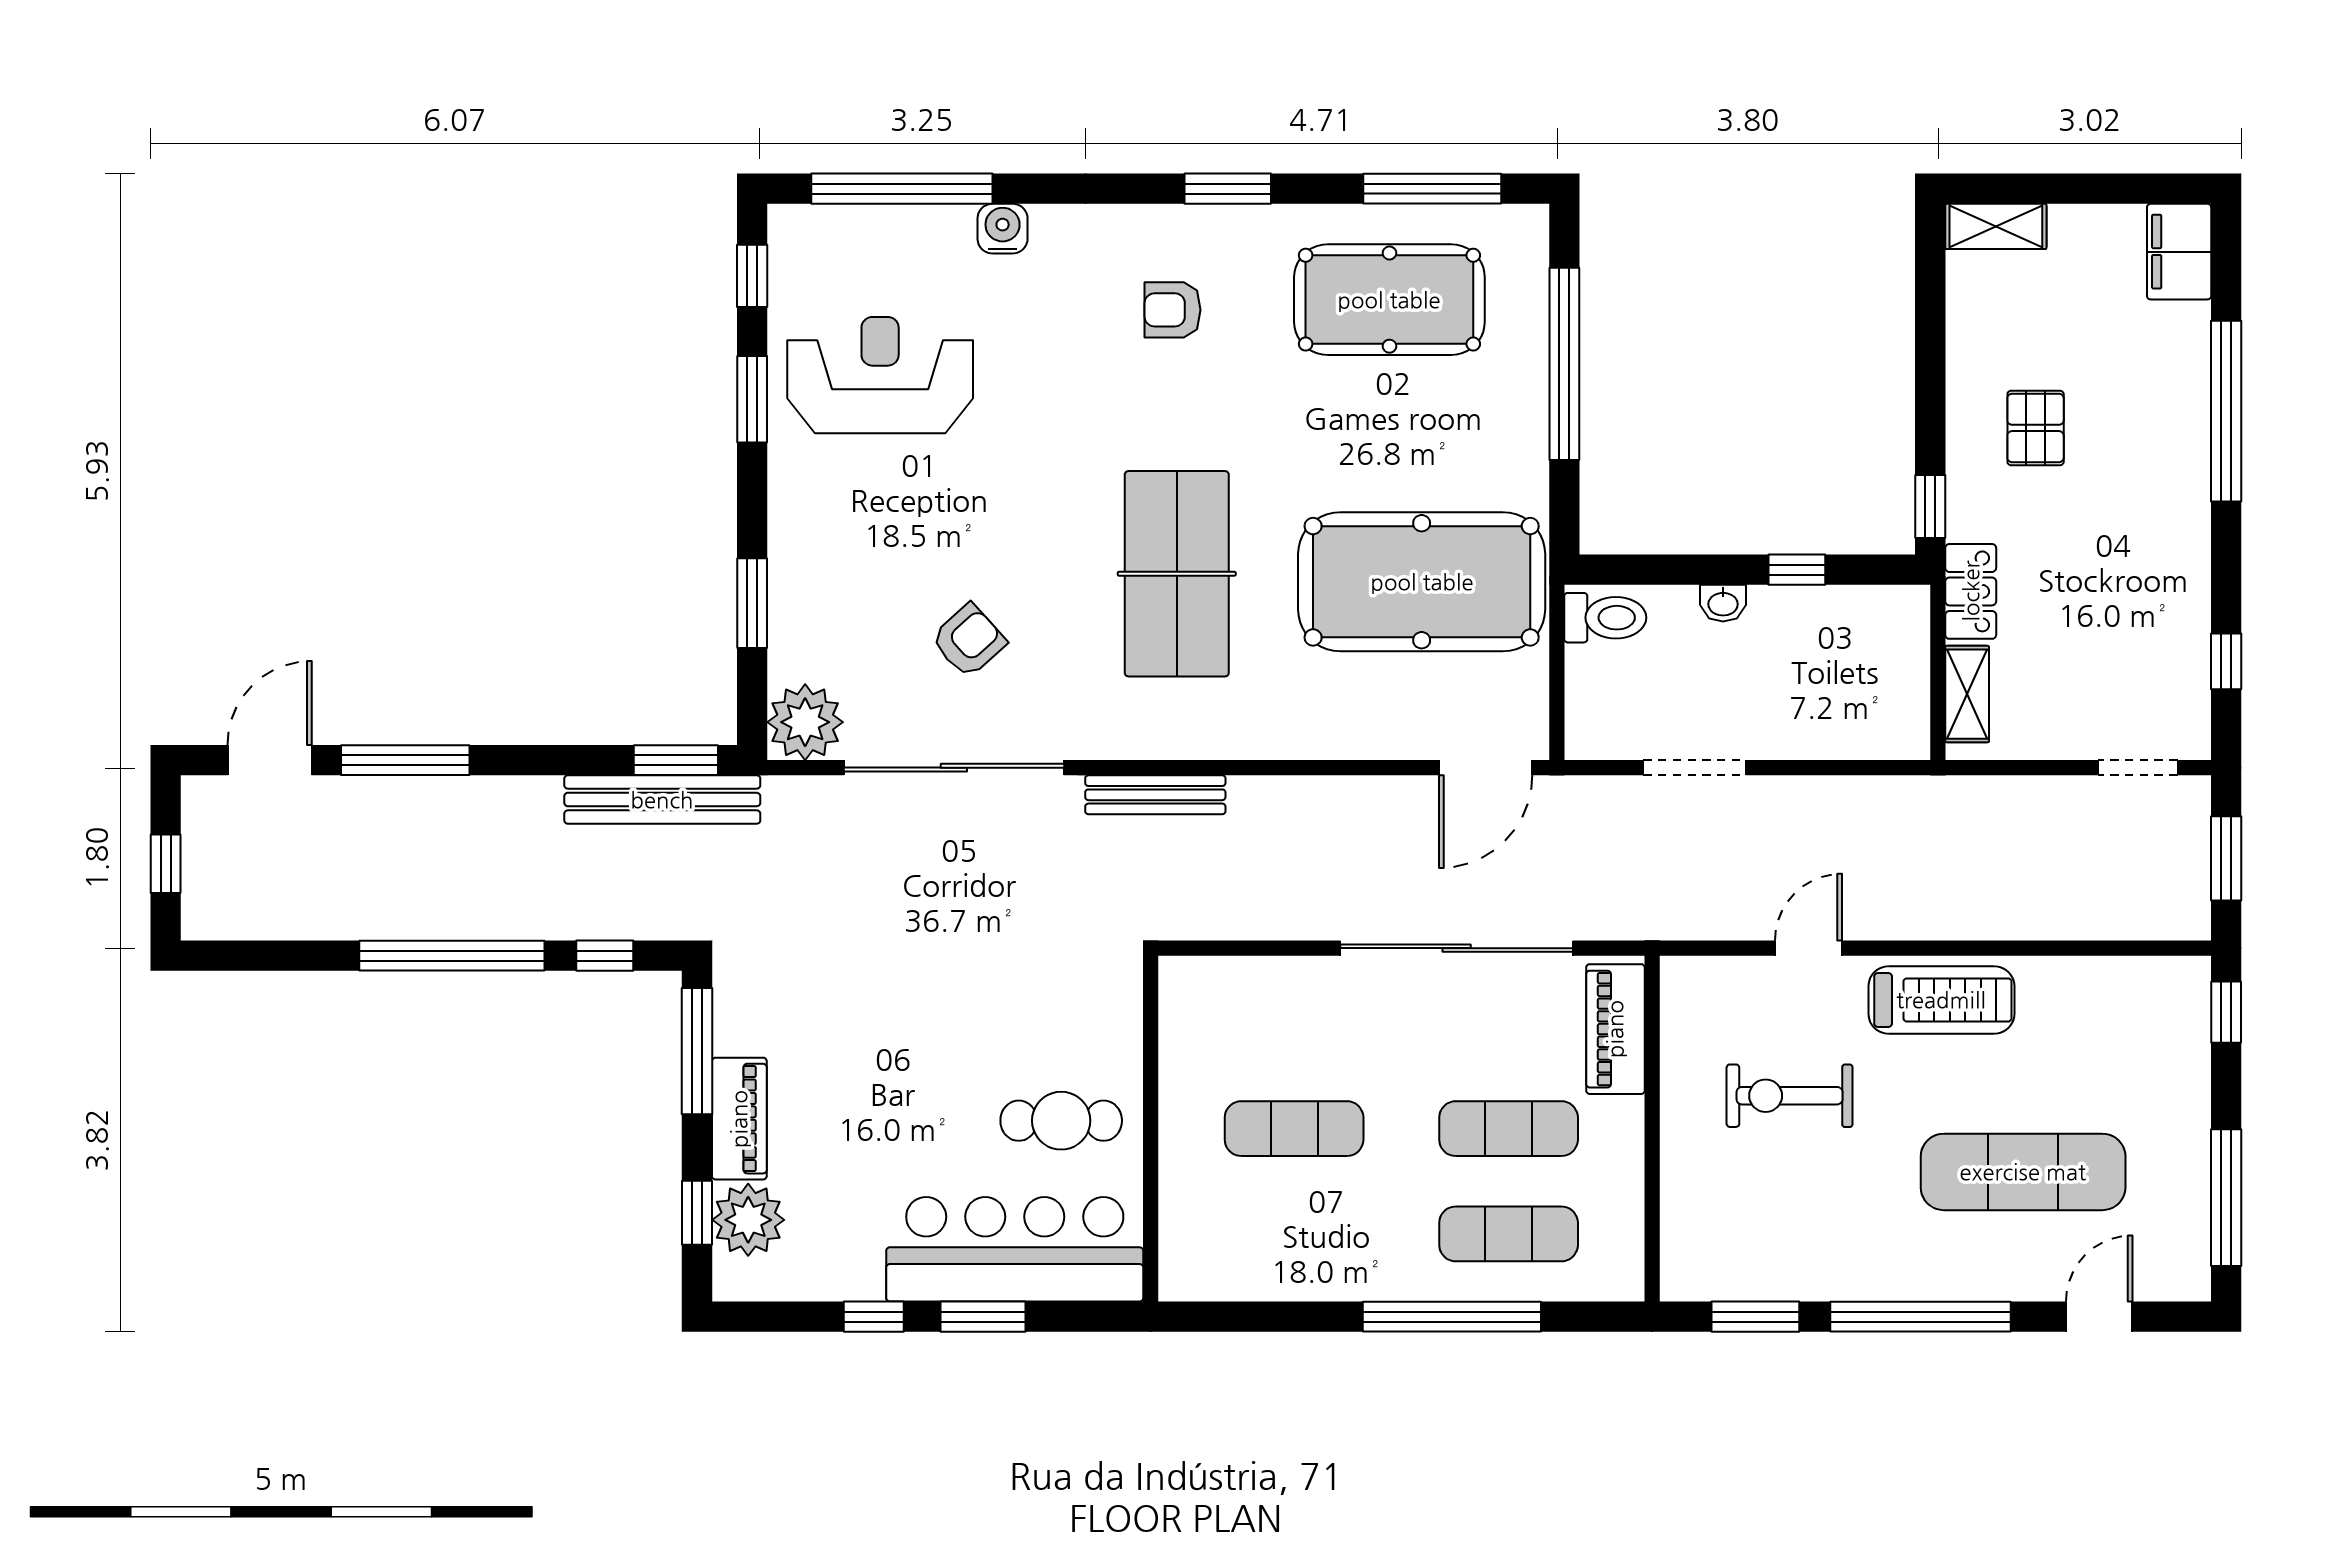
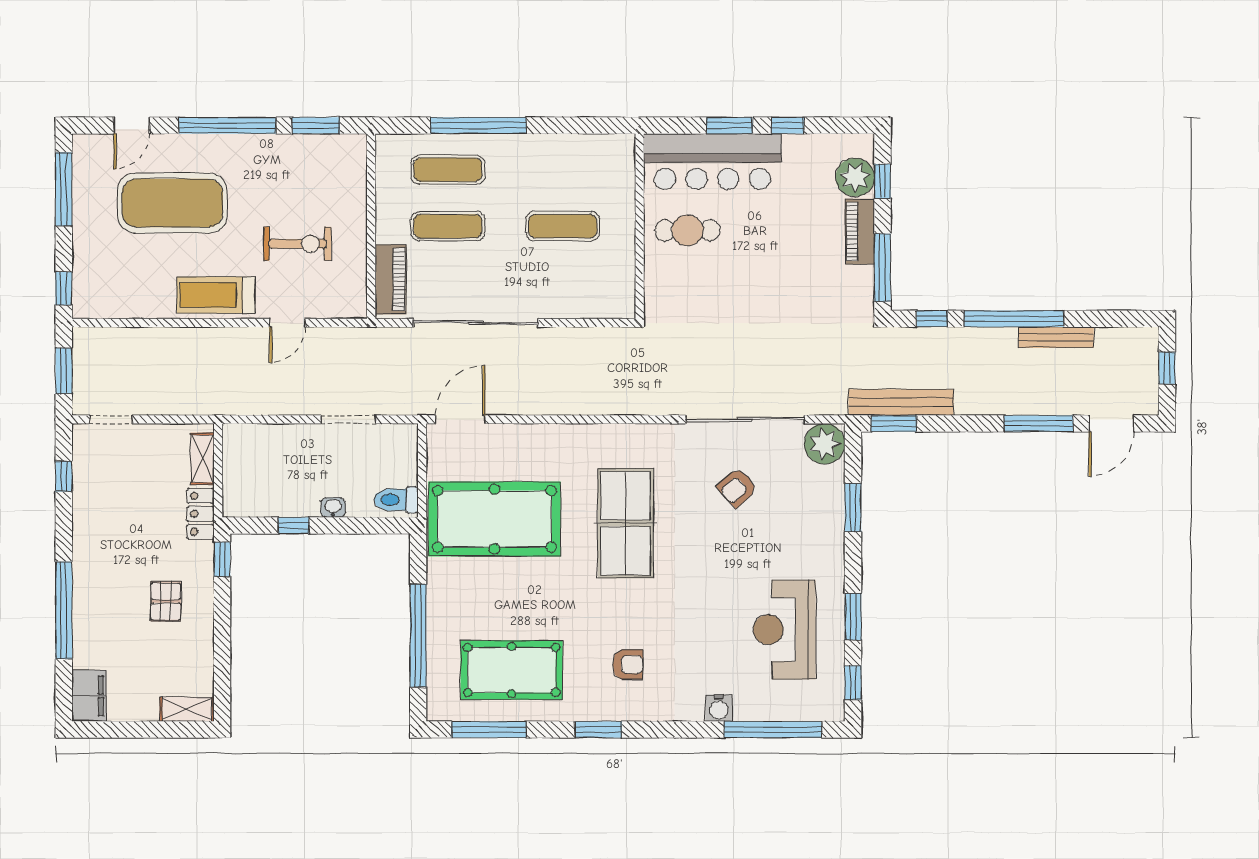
reception desk: (880, 375) -> (784, 630), turned 90
bench: (1155, 795) -> (1056, 337), moved
exercise mat: (2023, 1172) -> (172, 203), width x1.47

